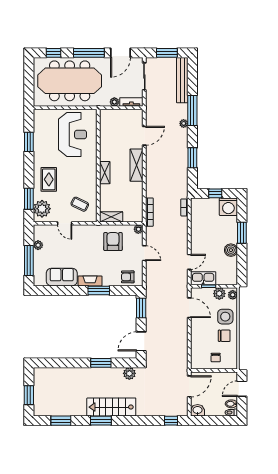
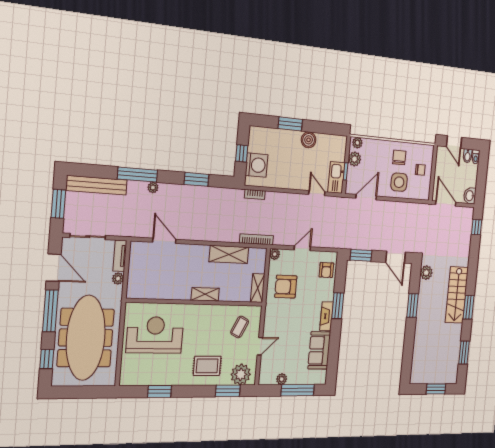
shelving: (137, 165) -> (229, 254), moved
washing machine: (228, 207) -> (257, 165), moved
side table: (225, 317) -> (399, 182), moved

